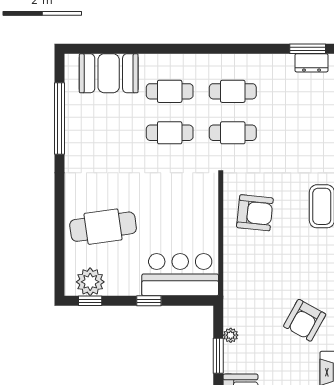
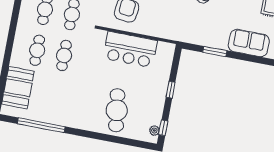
bar counter: (180, 275) -> (130, 50), moved, turned -90
plant: (90, 282) -> (154, 131), width x0.53, depth x0.53
plant: (231, 335) -> (203, 41), removed

